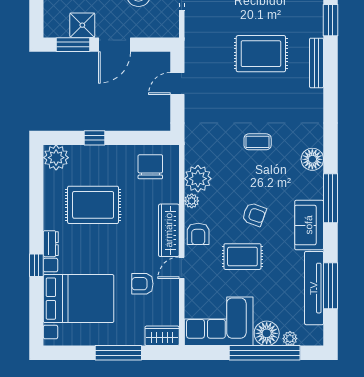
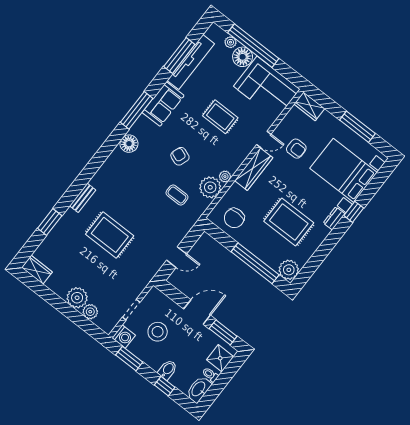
shower: (82, 25) -> (220, 358), moved
bench: (317, 63) -> (83, 198), width x0.73
window: (95, 138) -> (255, 263), width x3.17
coffee table: (258, 142) -> (177, 195), moved
armchair: (254, 215) -> (180, 156), moved
armchair: (198, 234) -> (237, 153), removed
window: (118, 353) -> (357, 127), moved

